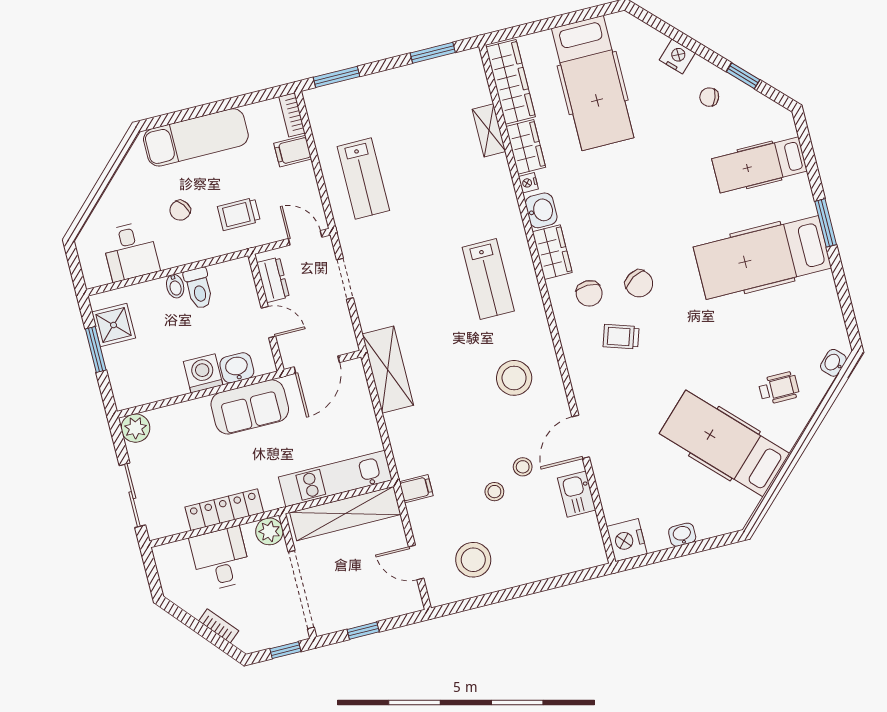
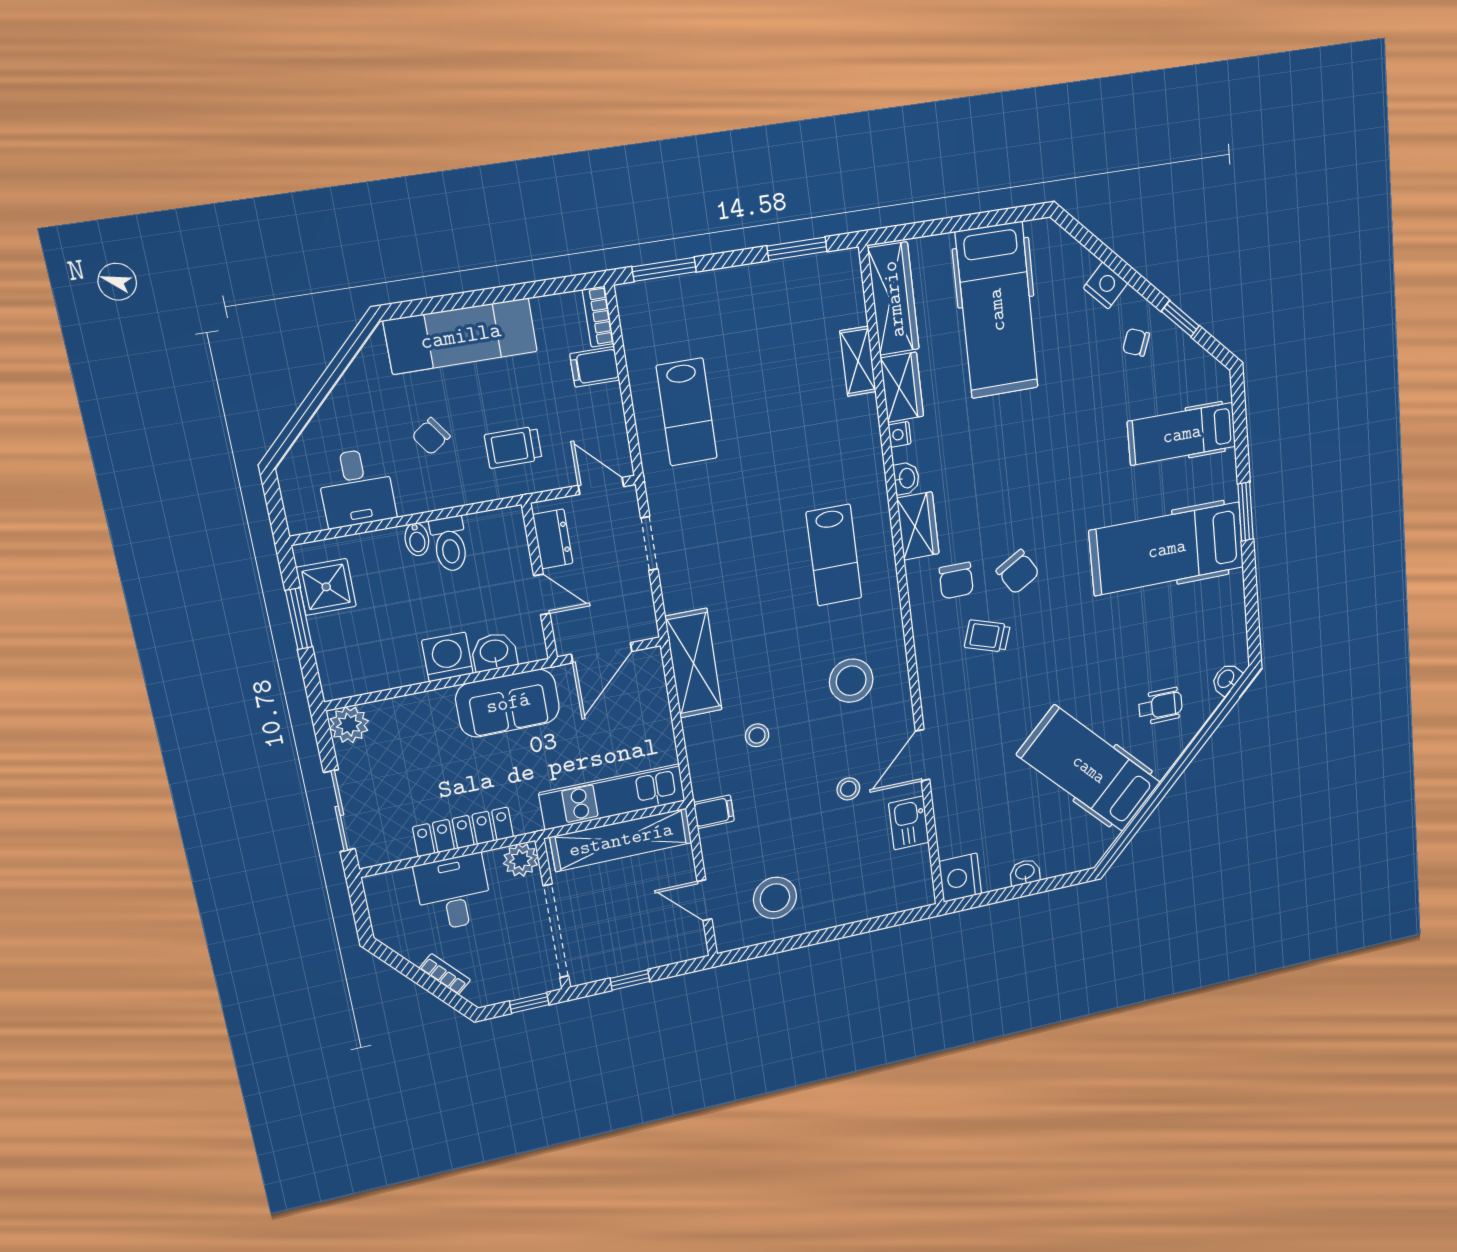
washbasin: (541, 210) -> (906, 478), width x0.72, depth x0.69
stool: (494, 492) -> (757, 735), moved

